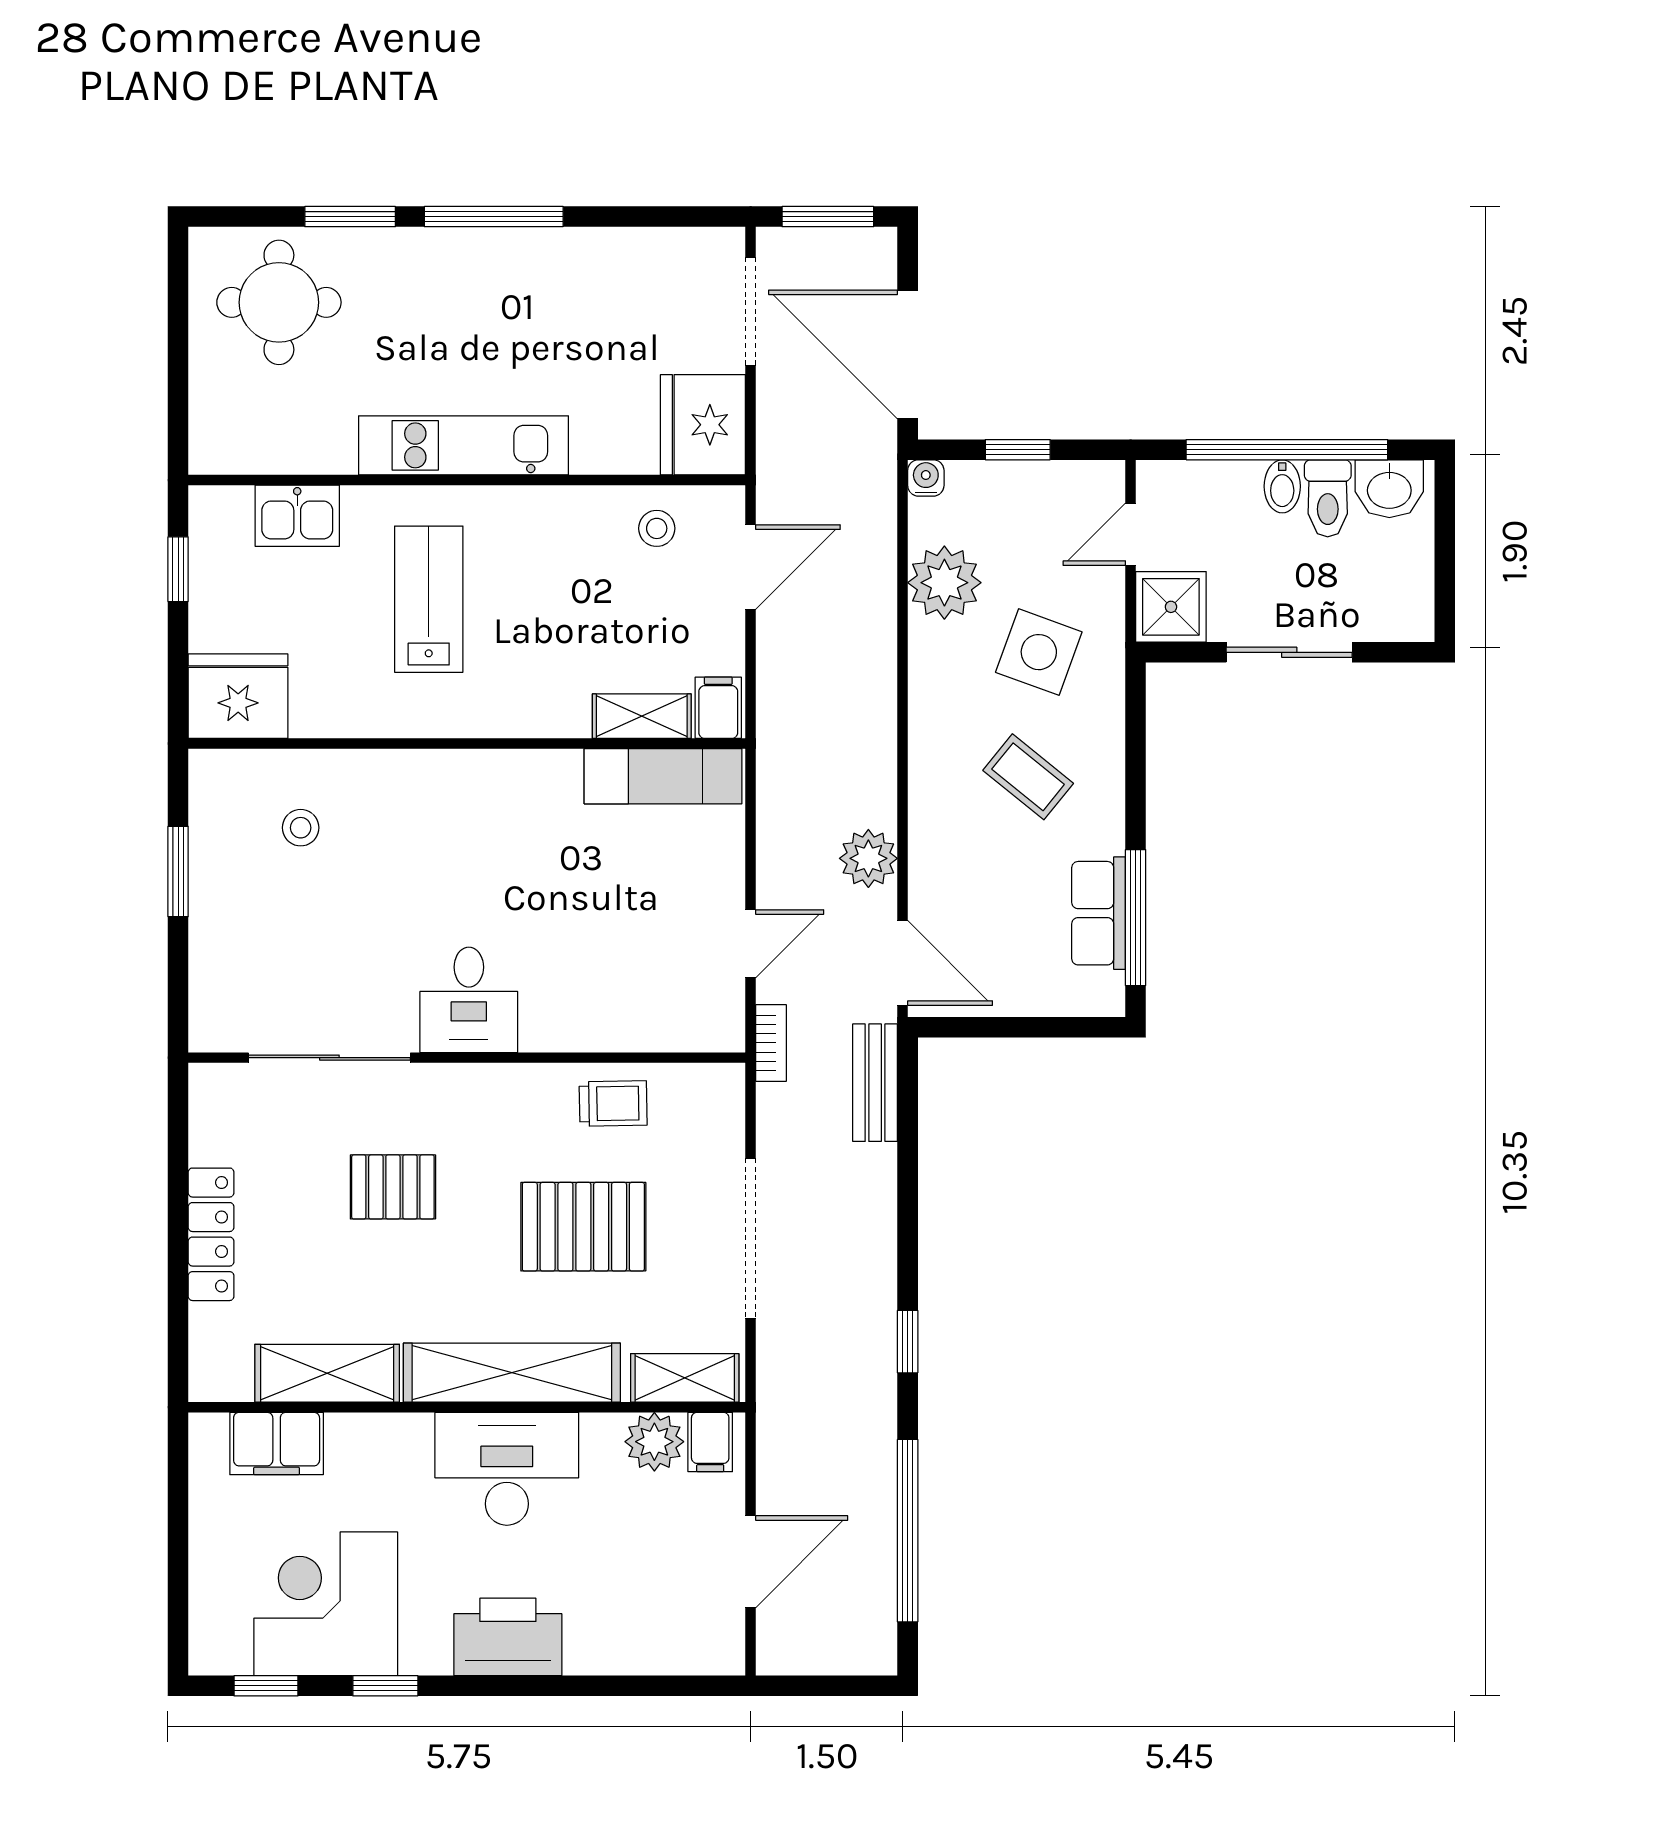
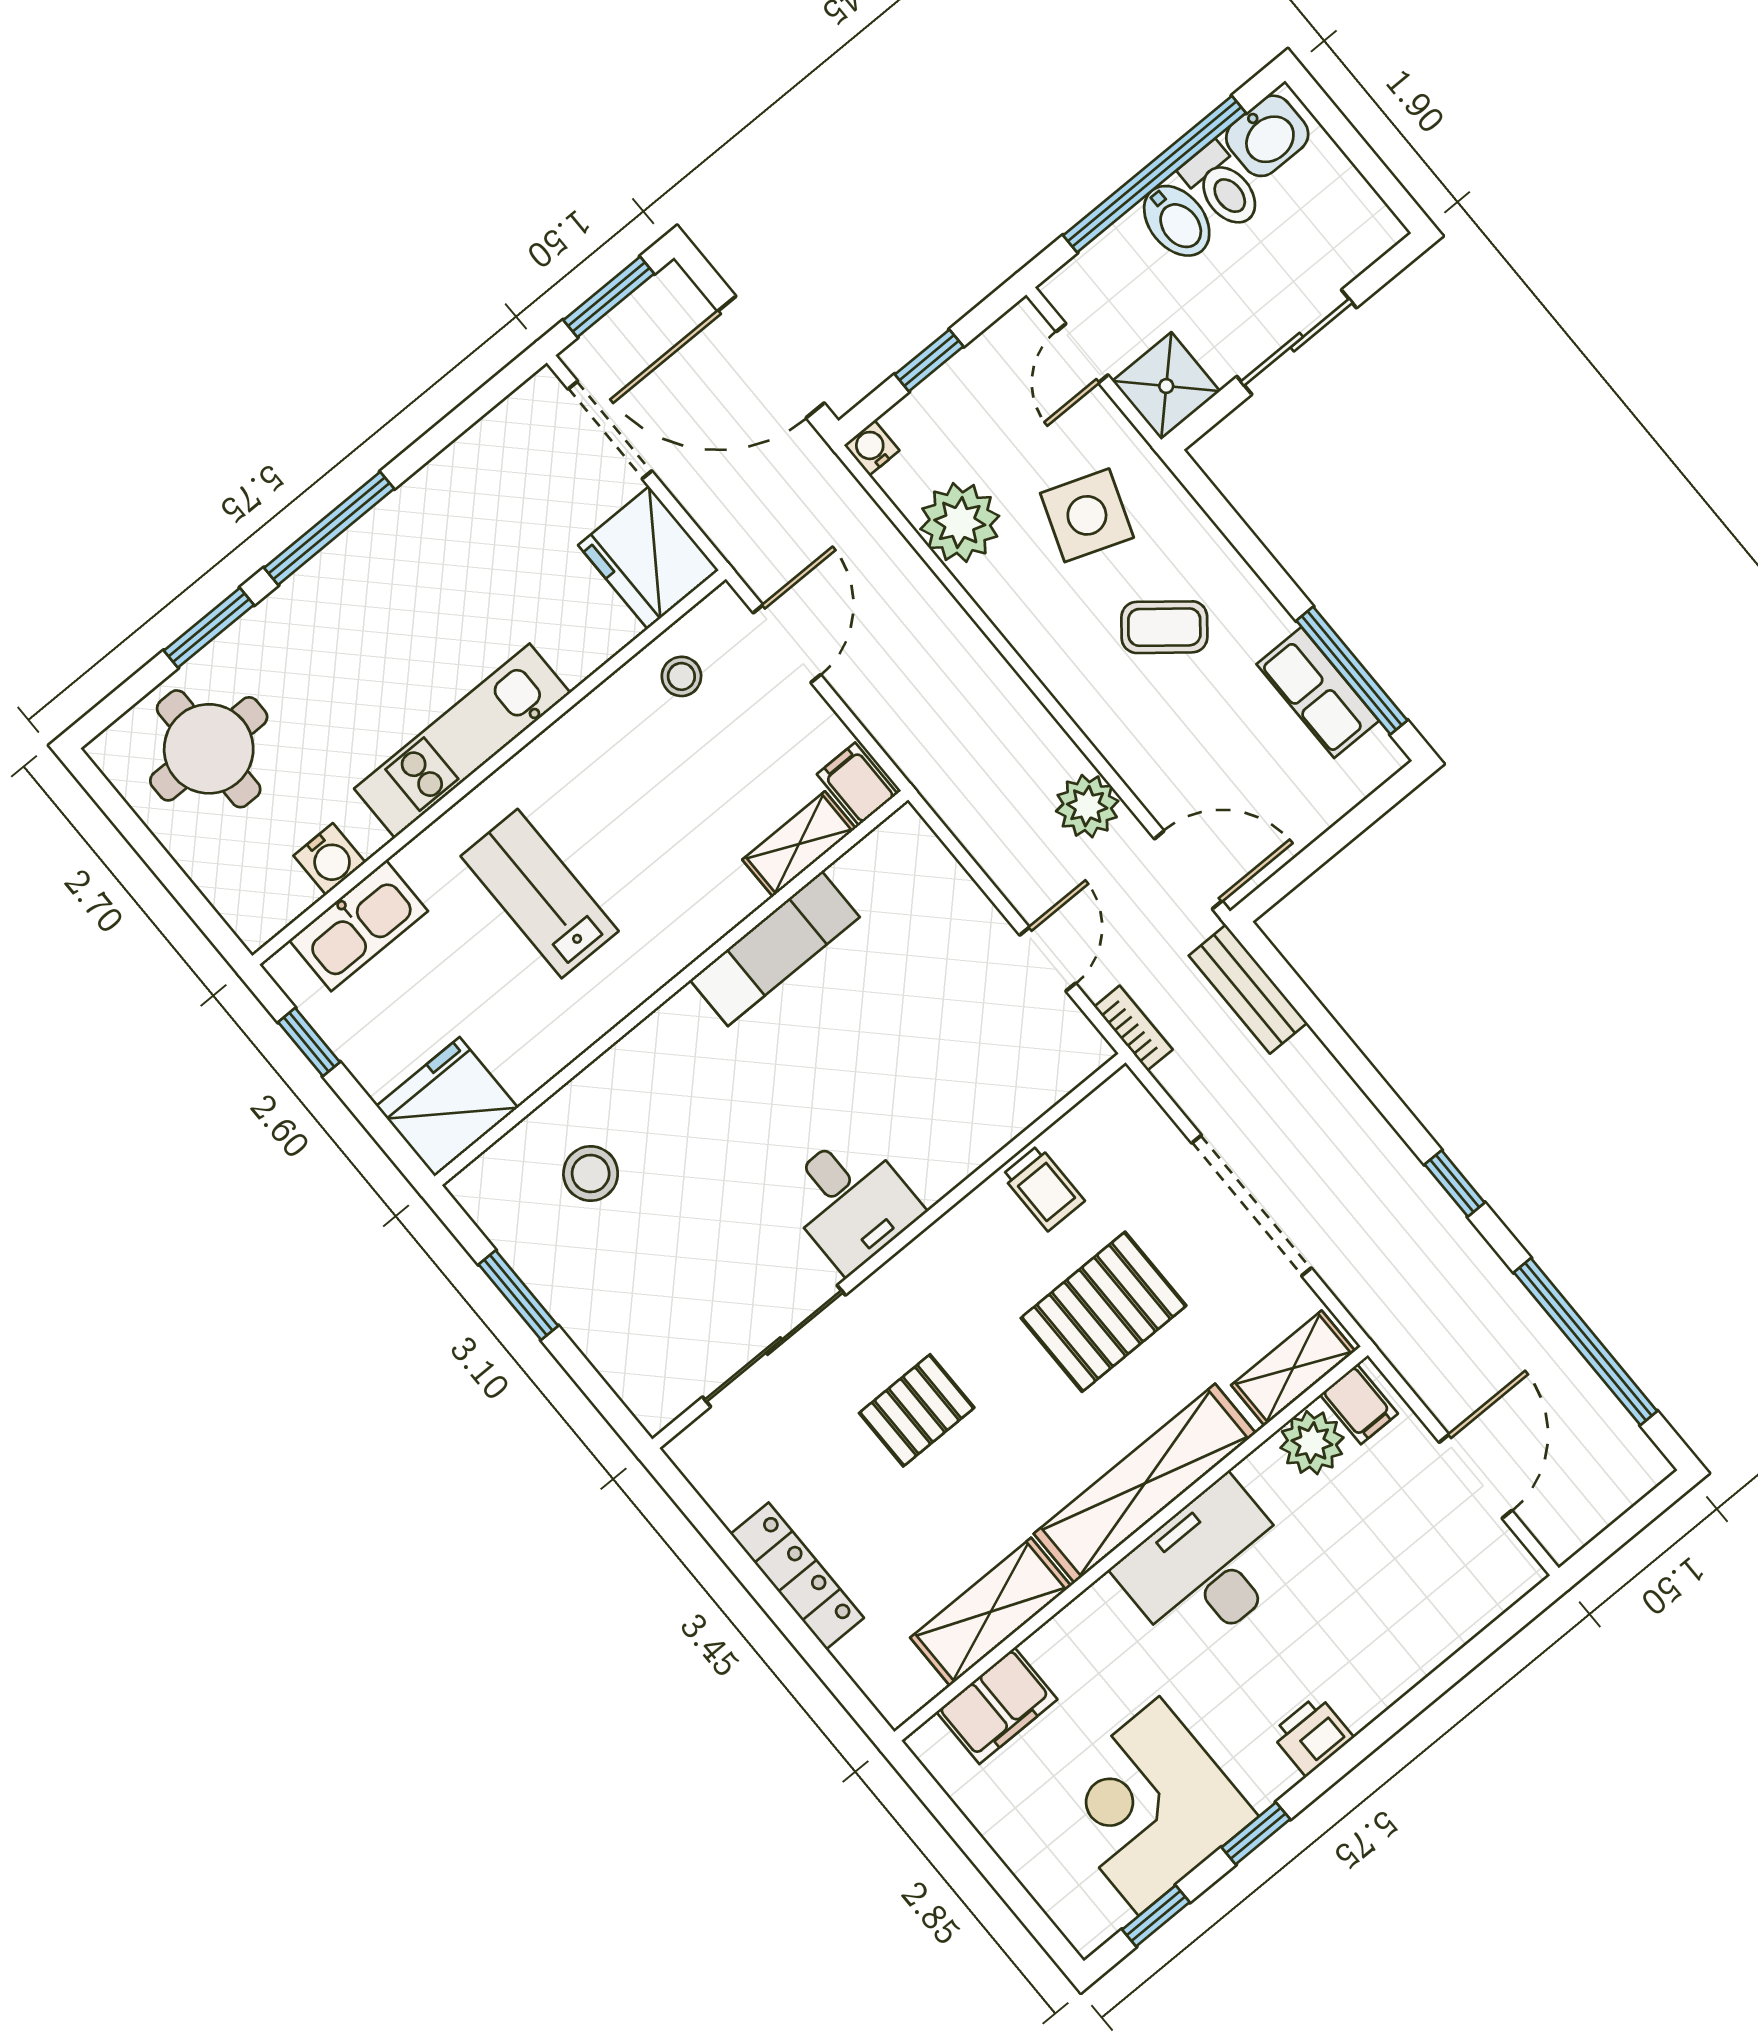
water cooler: (300, 451) -> (329, 859), added
bidet: (1282, 486) -> (1177, 221), width x1.38, depth x1.36
kitchen sink: (297, 516) -> (358, 926), width x1.38
exam couch: (663, 776) -> (775, 949), moved
stool: (301, 828) -> (591, 1174), width x1.37, depth x1.37
trolley: (613, 1103) -> (1043, 1188), turned 91
printer: (508, 1637) -> (1312, 1735), width x0.53, depth x0.68

